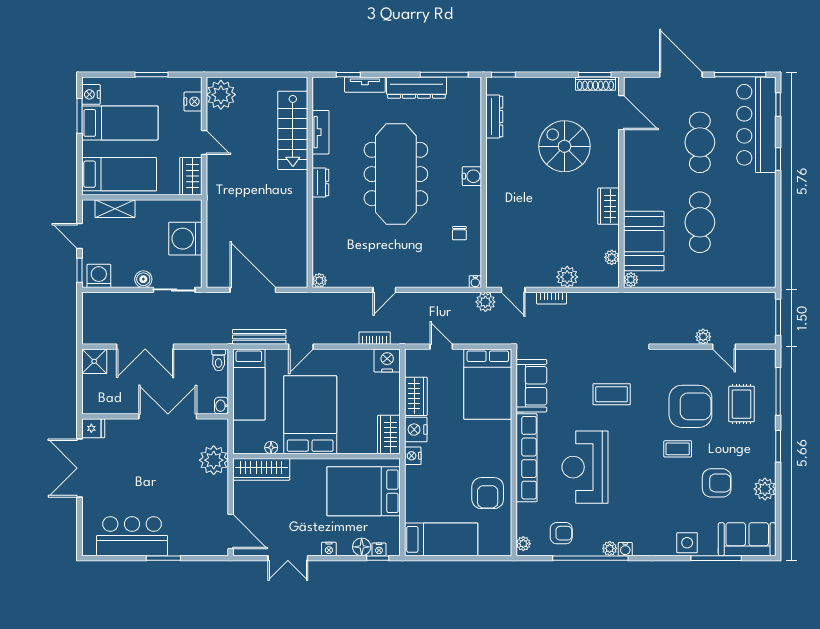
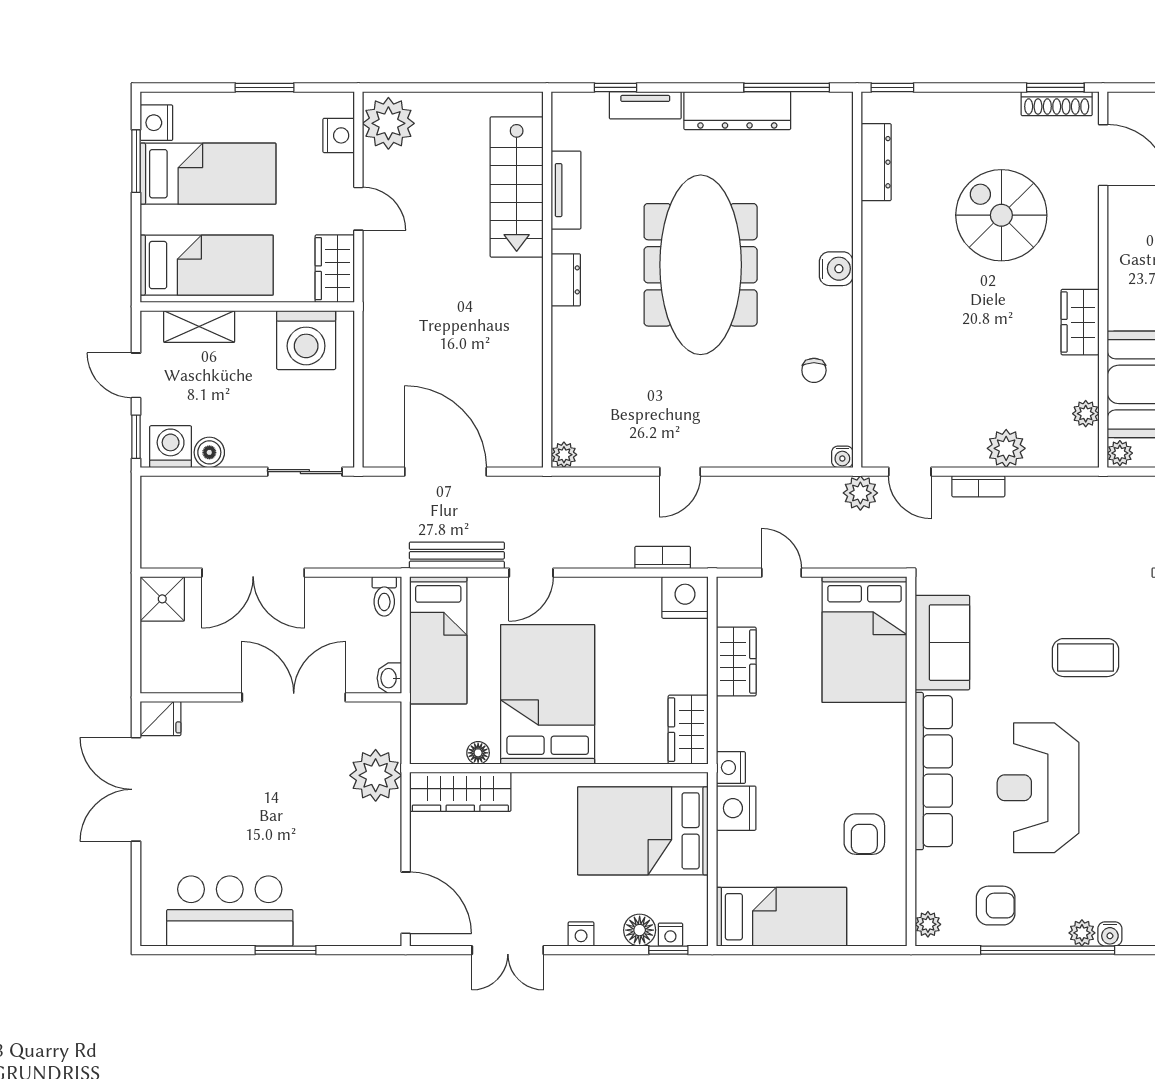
washing machine: (185, 239) -> (306, 340), moved, turned -90
boiler: (143, 279) -> (209, 452), moved
nightstand: (416, 430) -> (736, 808), moved
armchair: (488, 493) -> (864, 834), width x0.72, depth x0.72

